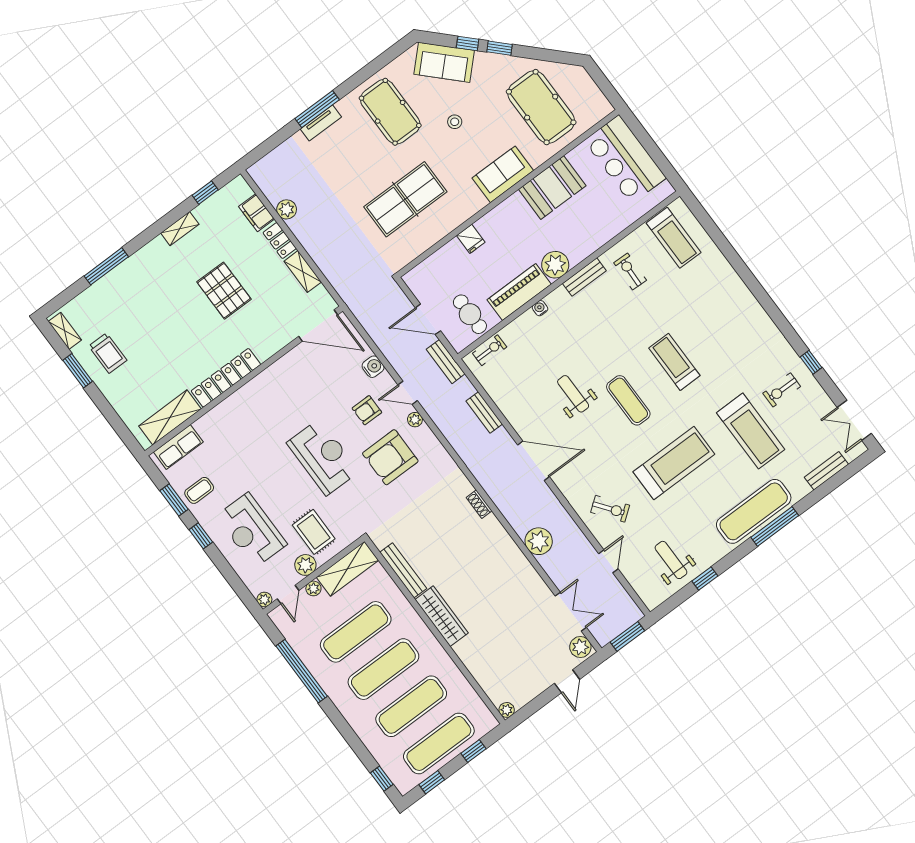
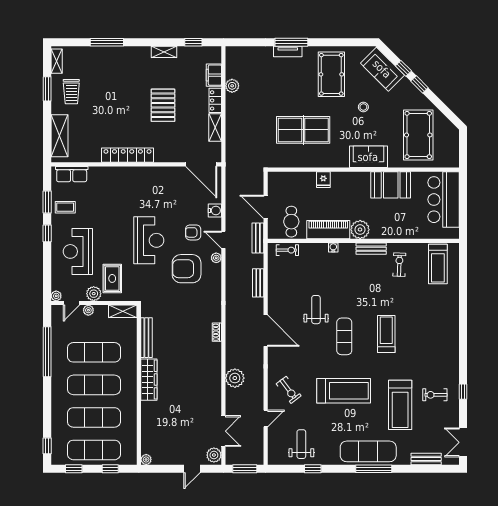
shelving: (170, 417) -> (59, 136), moved, turned 90
shelving: (347, 569) -> (123, 311), width x0.67, depth x0.75

